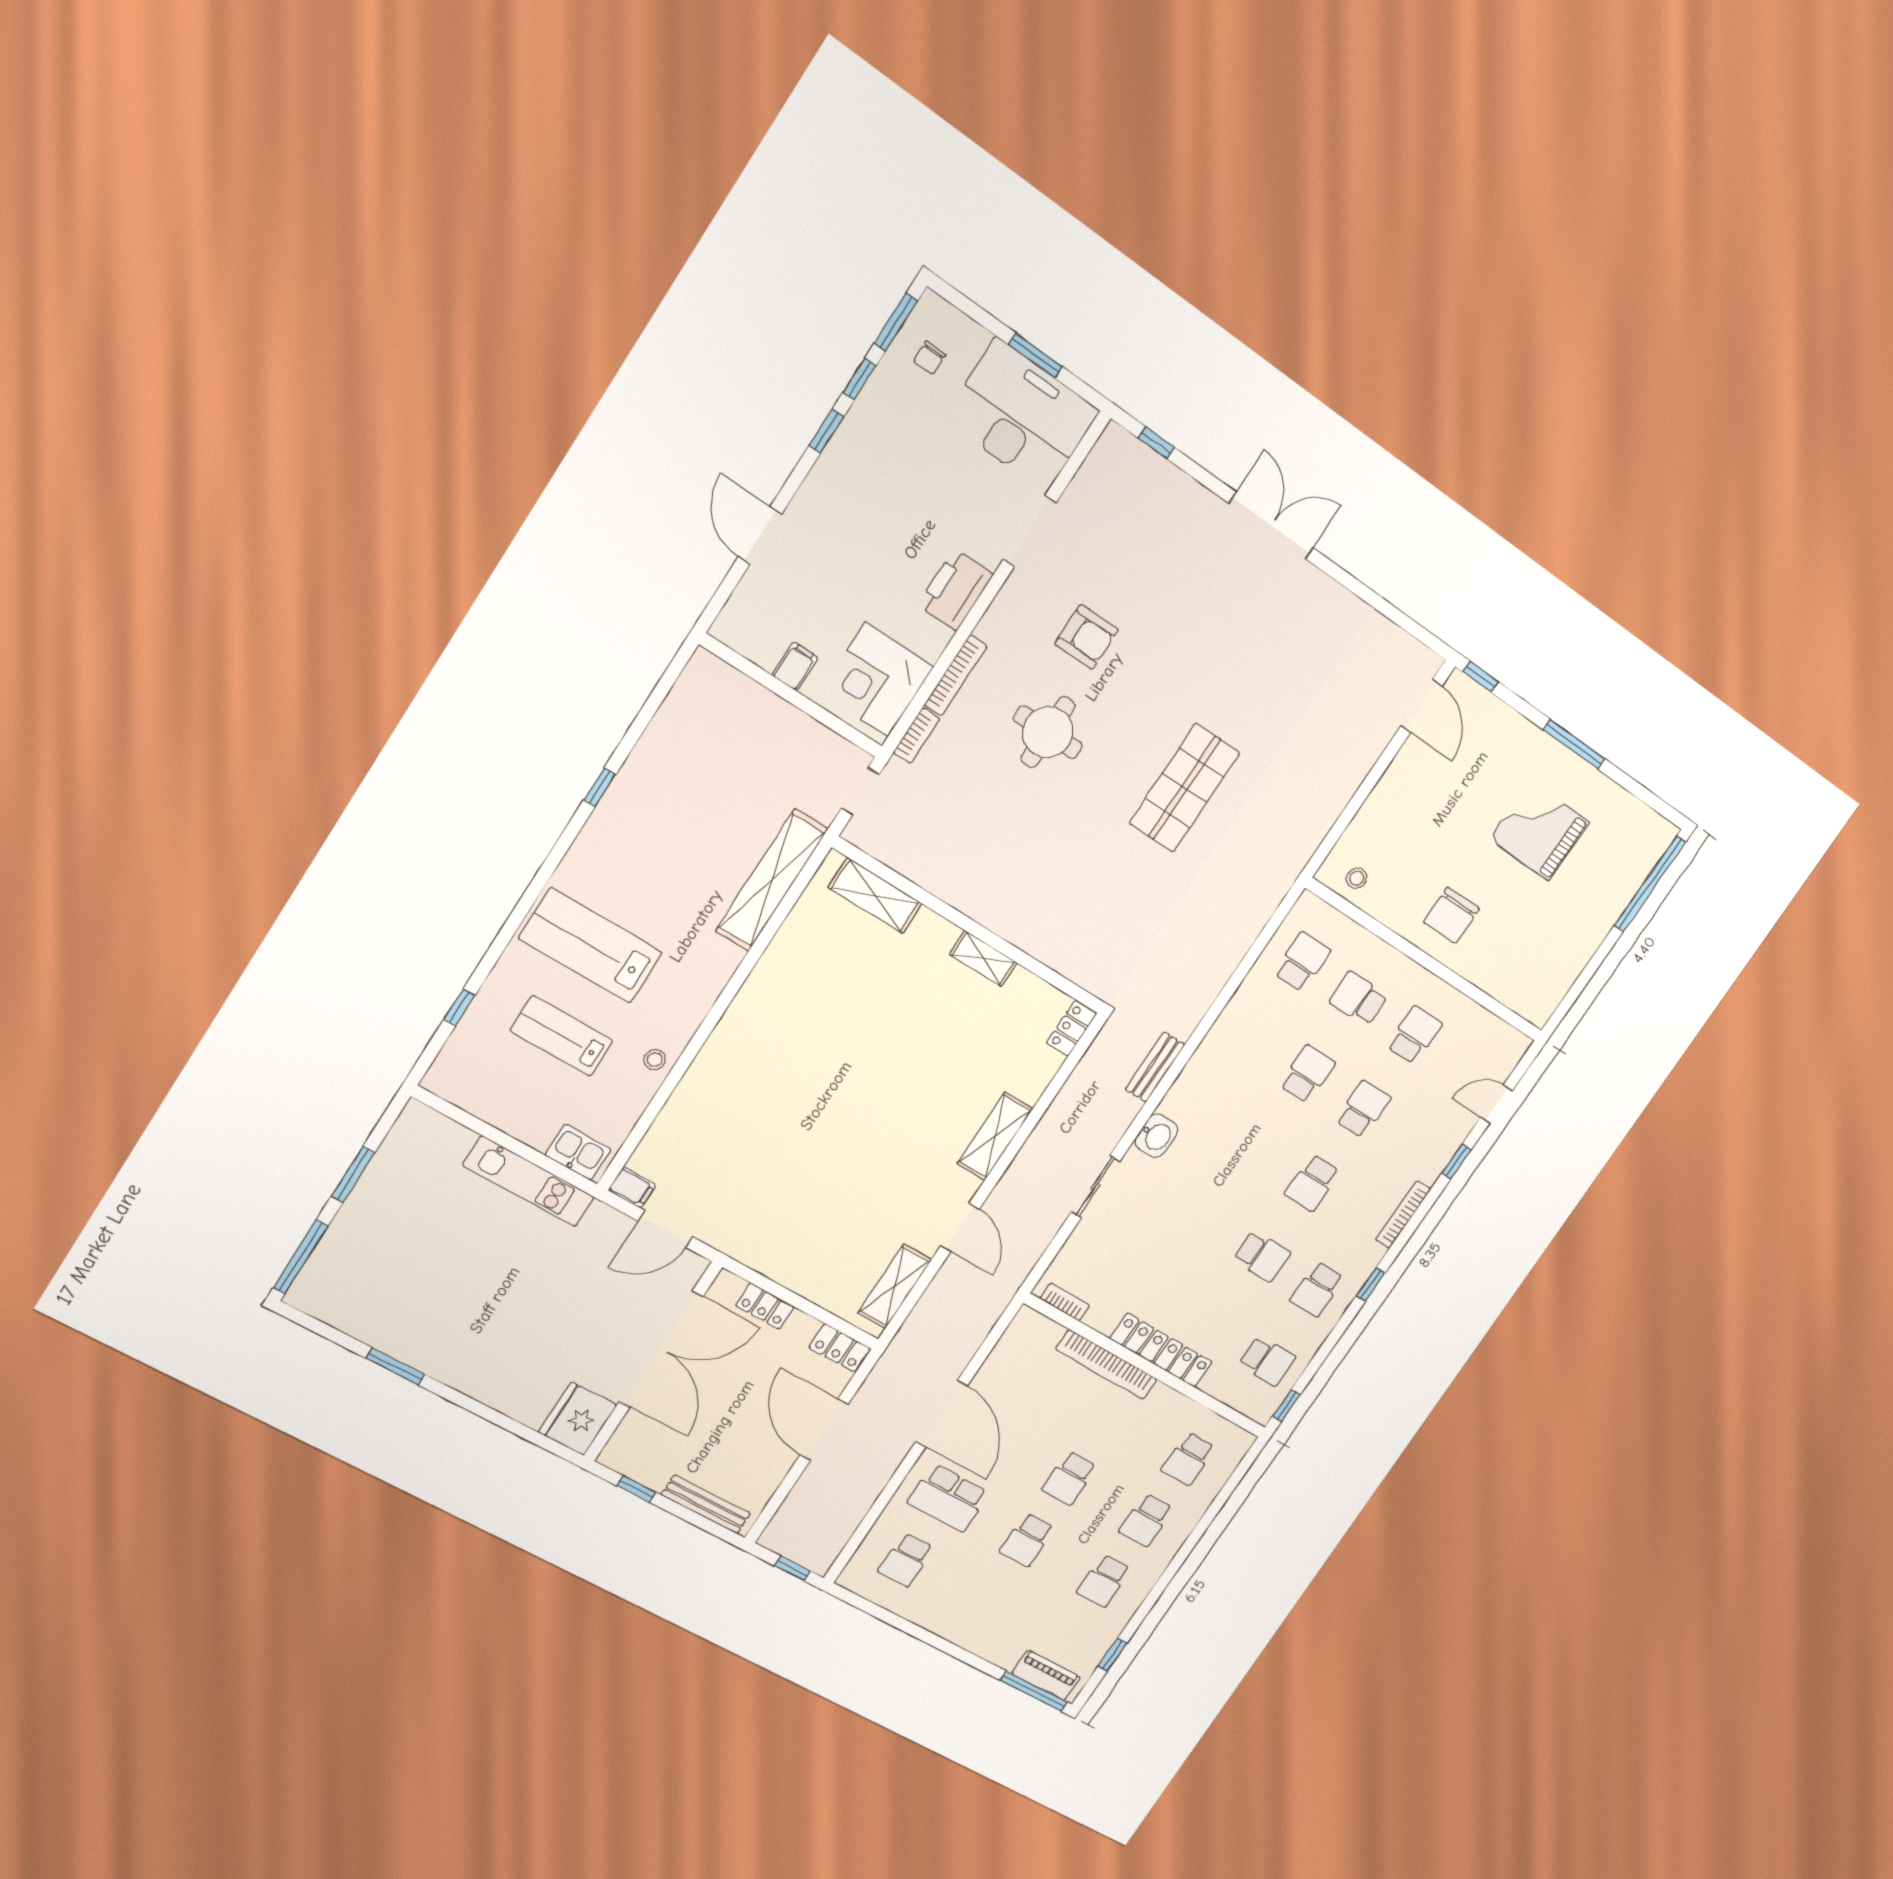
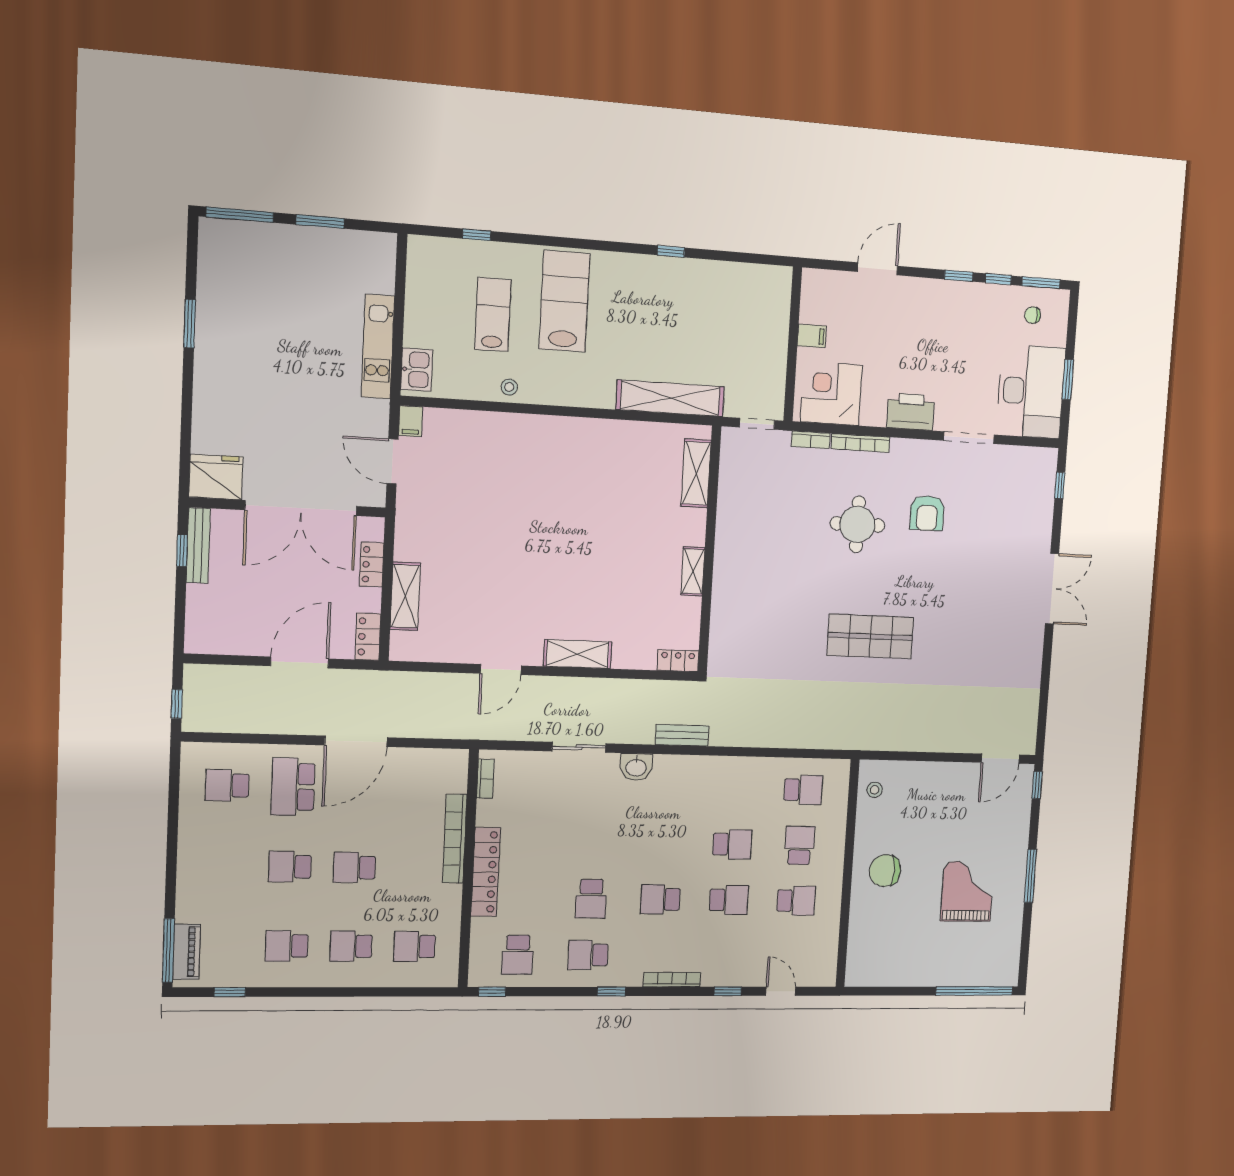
shelving: (895, 1286) -> (405, 596), moved, turned 90
bench: (706, 1504) -> (198, 545), moved

